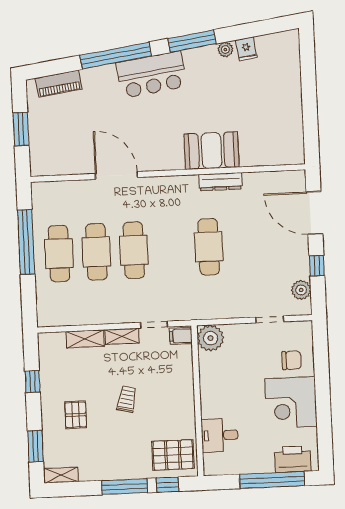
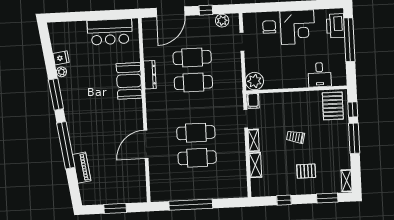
bar counter: (151, 75) -> (110, 32), moved, turned 98
piano: (59, 84) -> (82, 168), moved
cafe table: (59, 254) -> (192, 58), moved

